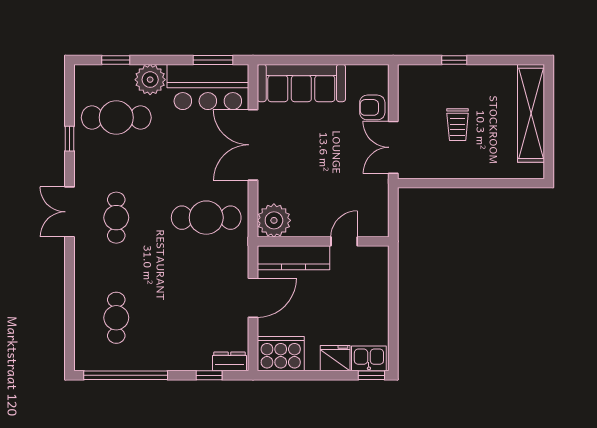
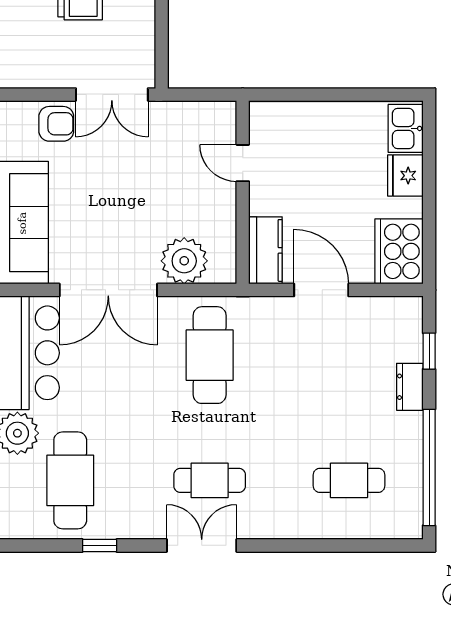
armchair: (372, 107) -> (56, 124), turned -90
double door: (69, 212) -> (202, 545), swing flipped
plant: (274, 220) -> (184, 261), moved
kitchen counter: (293, 258) -> (265, 250), width x0.67
dresser: (229, 361) -> (410, 387), moved
window: (371, 375) -> (429, 125), removed

